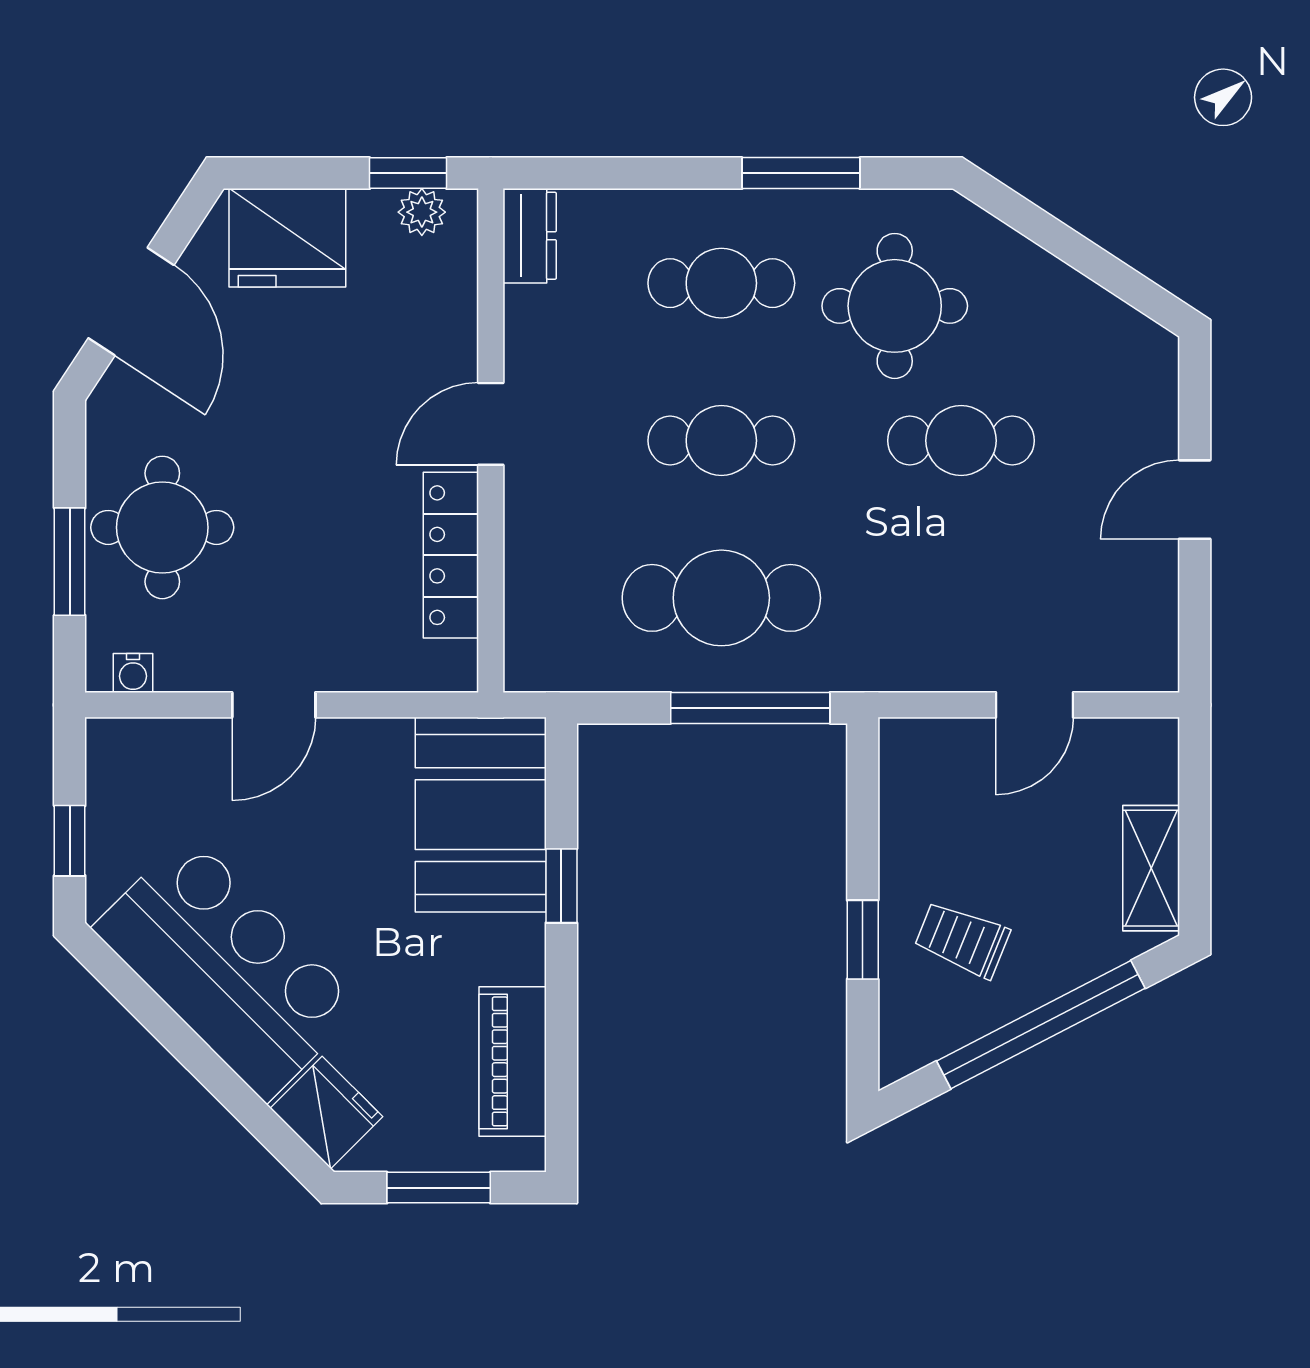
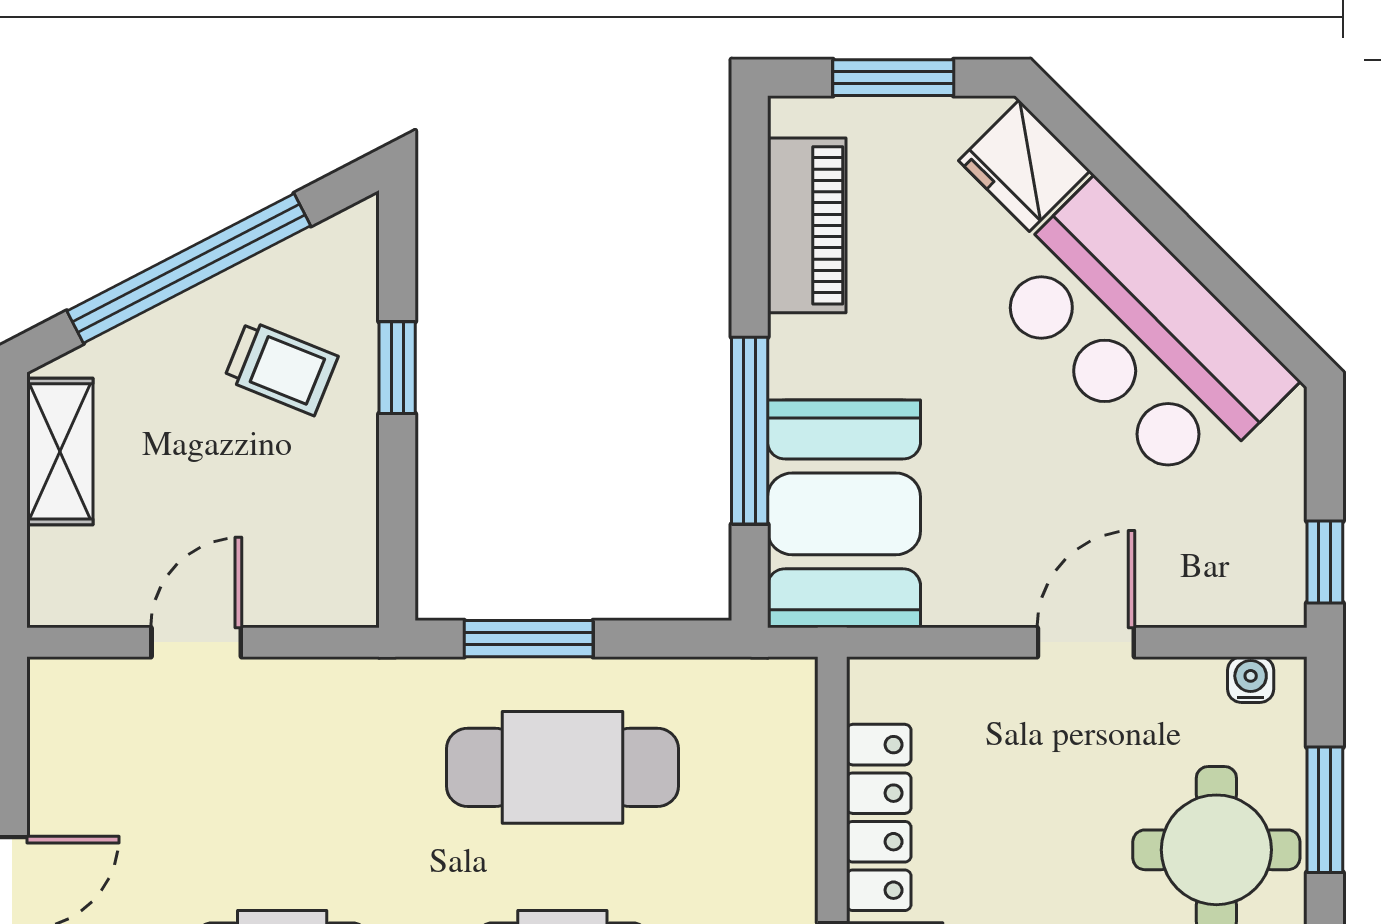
window: (750, 708) -> (529, 639), width x0.69
window: (70, 841) -> (1325, 562), moved
window: (561, 886) -> (750, 431), width x2.17

